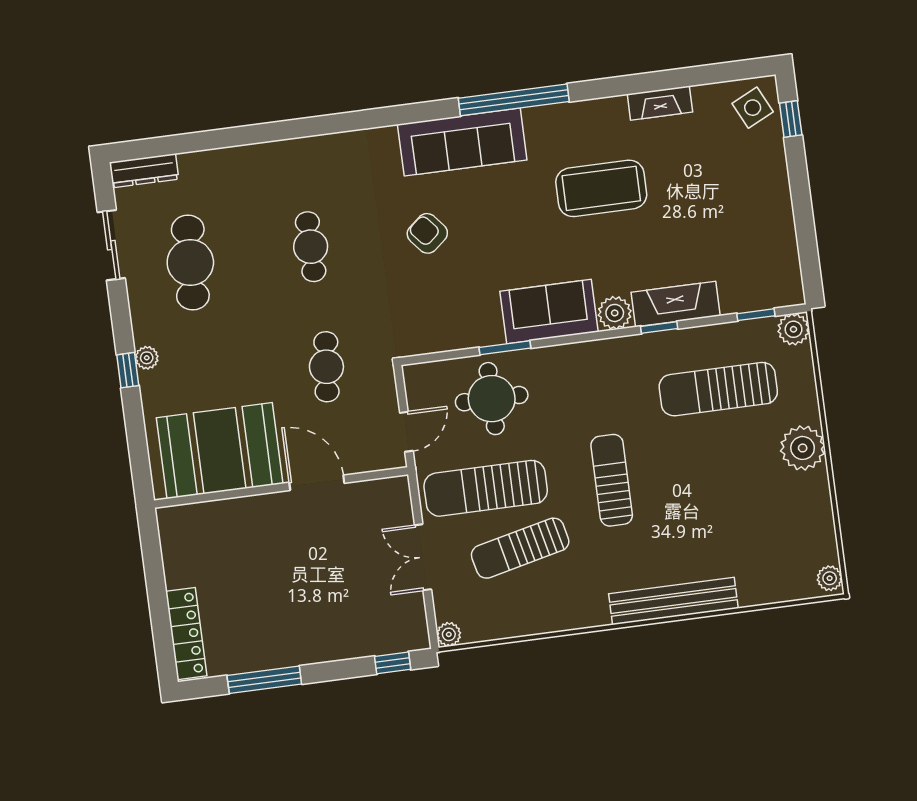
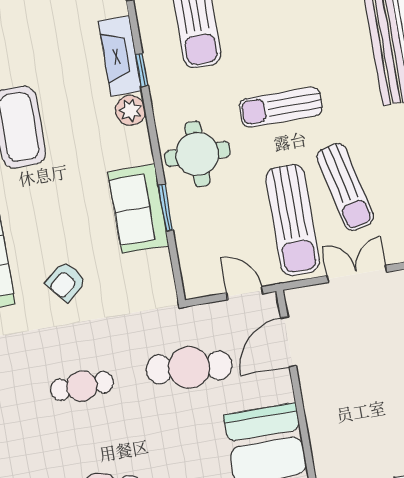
sofa: (549, 312) -> (138, 209), moved
cafe table: (326, 367) -> (189, 367), width x1.37, depth x1.35
round table: (492, 399) -> (197, 154), moved
door: (317, 483) -> (289, 342), moved
double door: (423, 557) -> (357, 274), swing flipped

